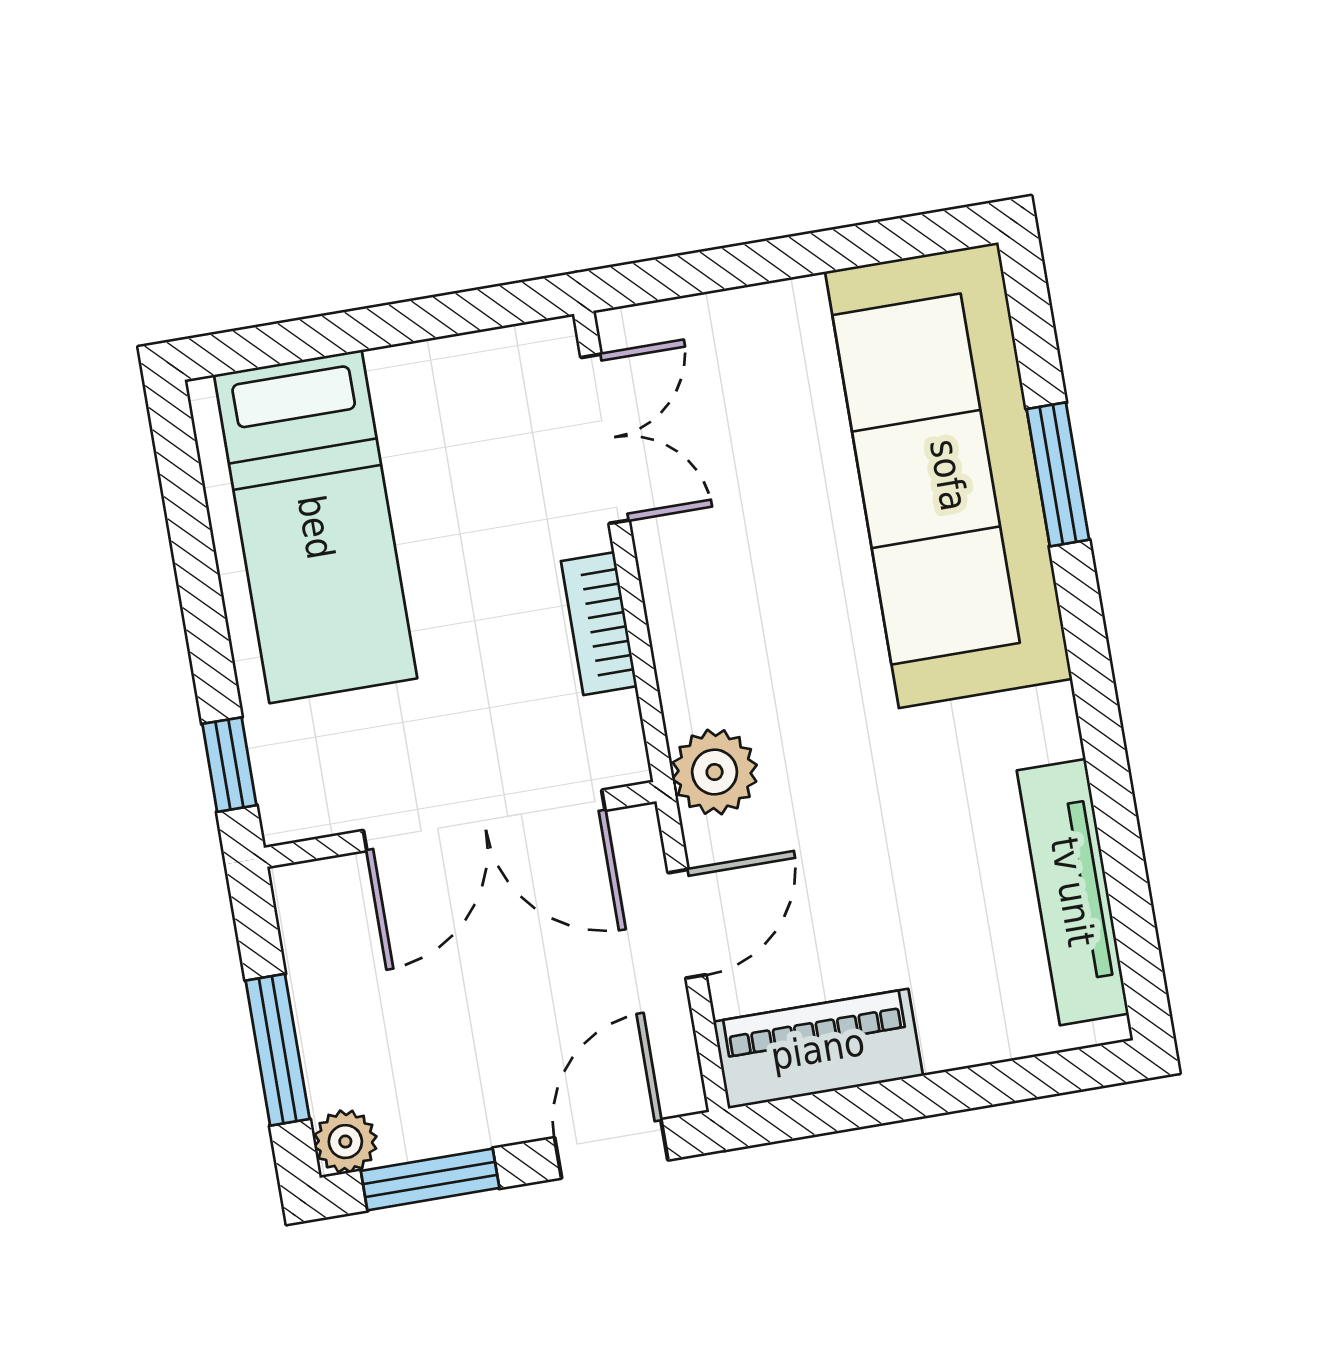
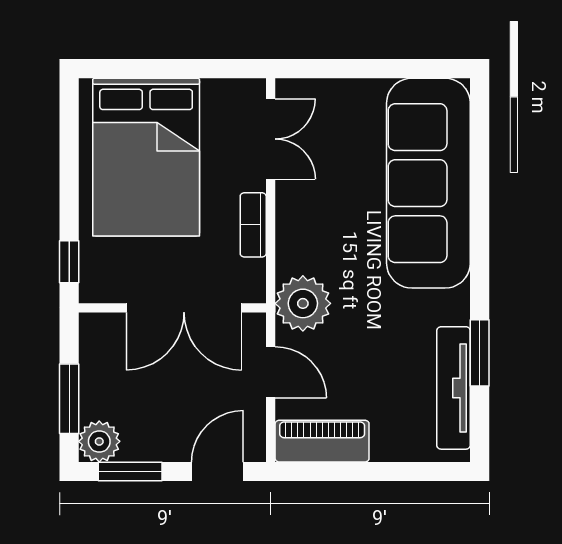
window: (1058, 474) -> (480, 353), moved
bed: (316, 527) -> (146, 157), width x1.50
plant: (715, 772) -> (303, 303), width x1.36, depth x1.36
door: (687, 924) -> (271, 372), hinge flipped
plant: (345, 1142) -> (99, 441), width x1.38, depth x1.38

